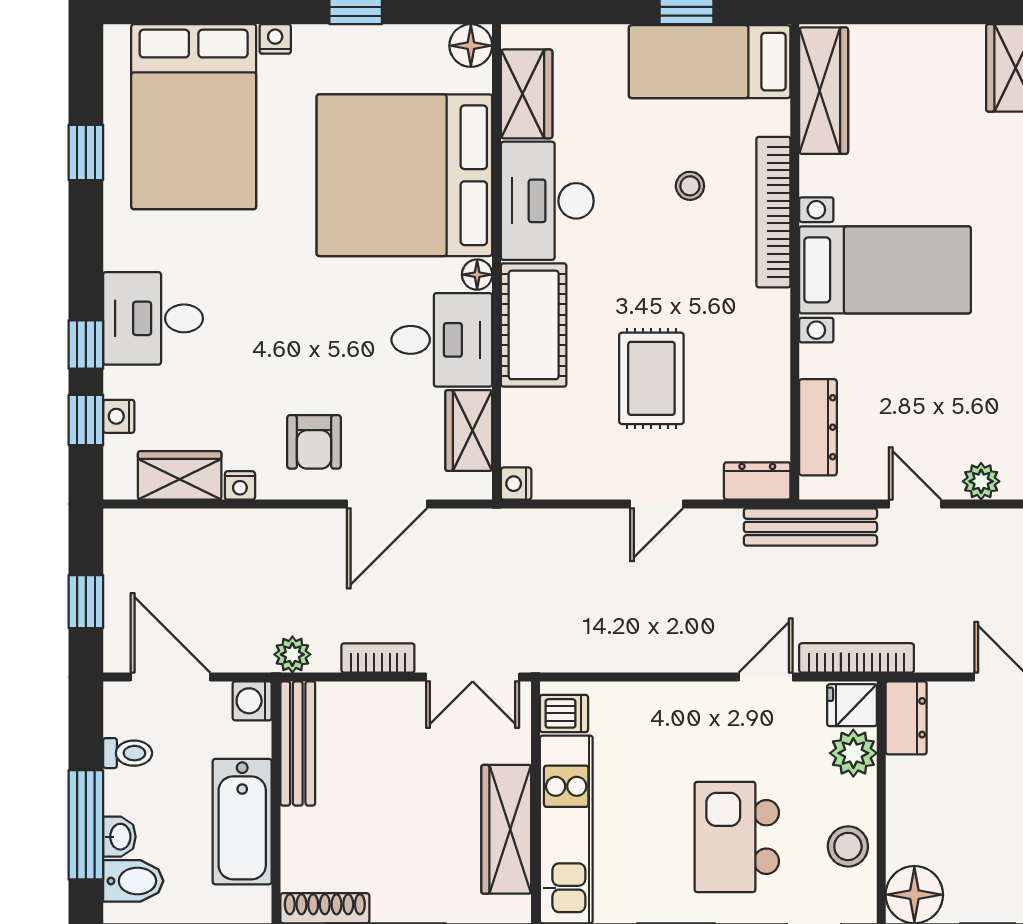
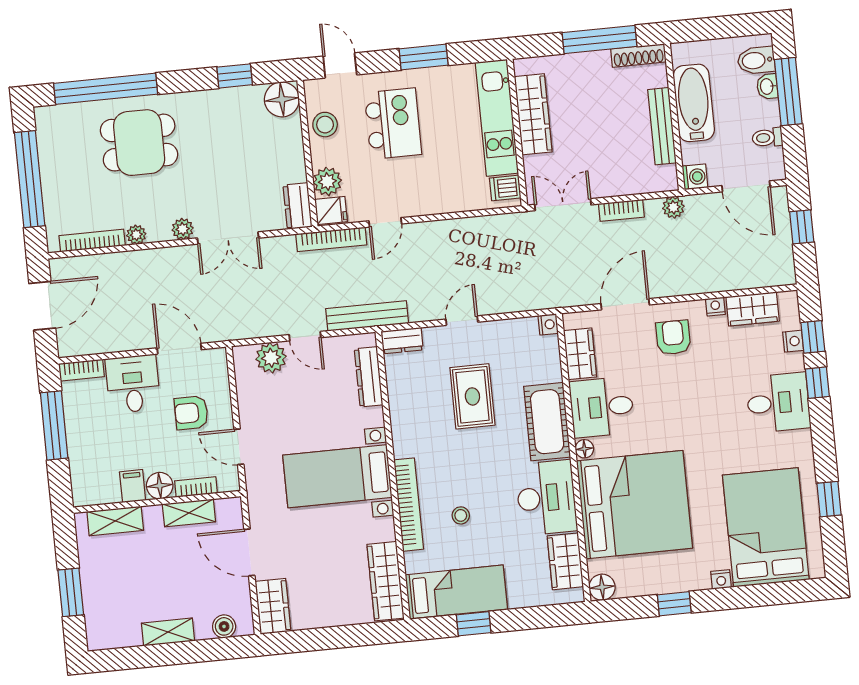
plant: (981, 481) -> (271, 358), width x1.38, depth x1.38
bench: (298, 743) -> (662, 126), moved

